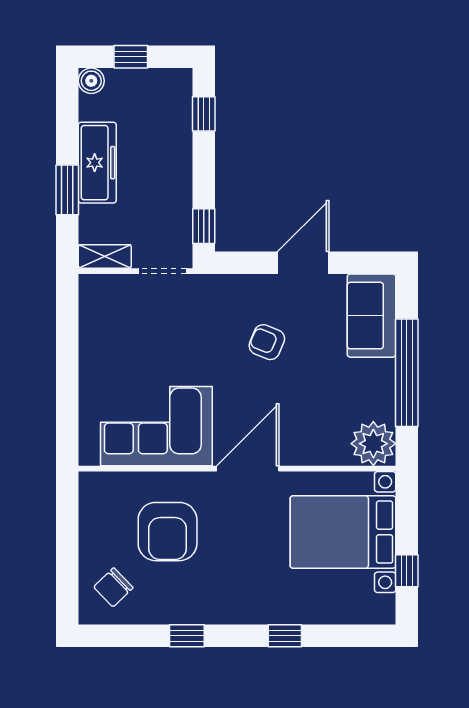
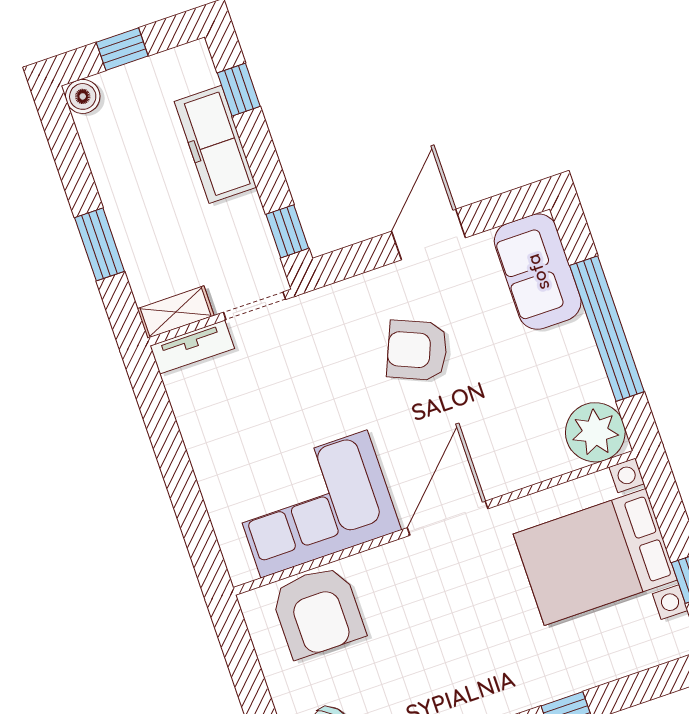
freezer: (97, 163) -> (215, 144), moved, turned 180
tv unit: (108, 285) -> (192, 347), added
armchair: (267, 342) -> (417, 350), width x1.38, depth x1.38
armchair: (168, 532) -> (318, 612), moved

